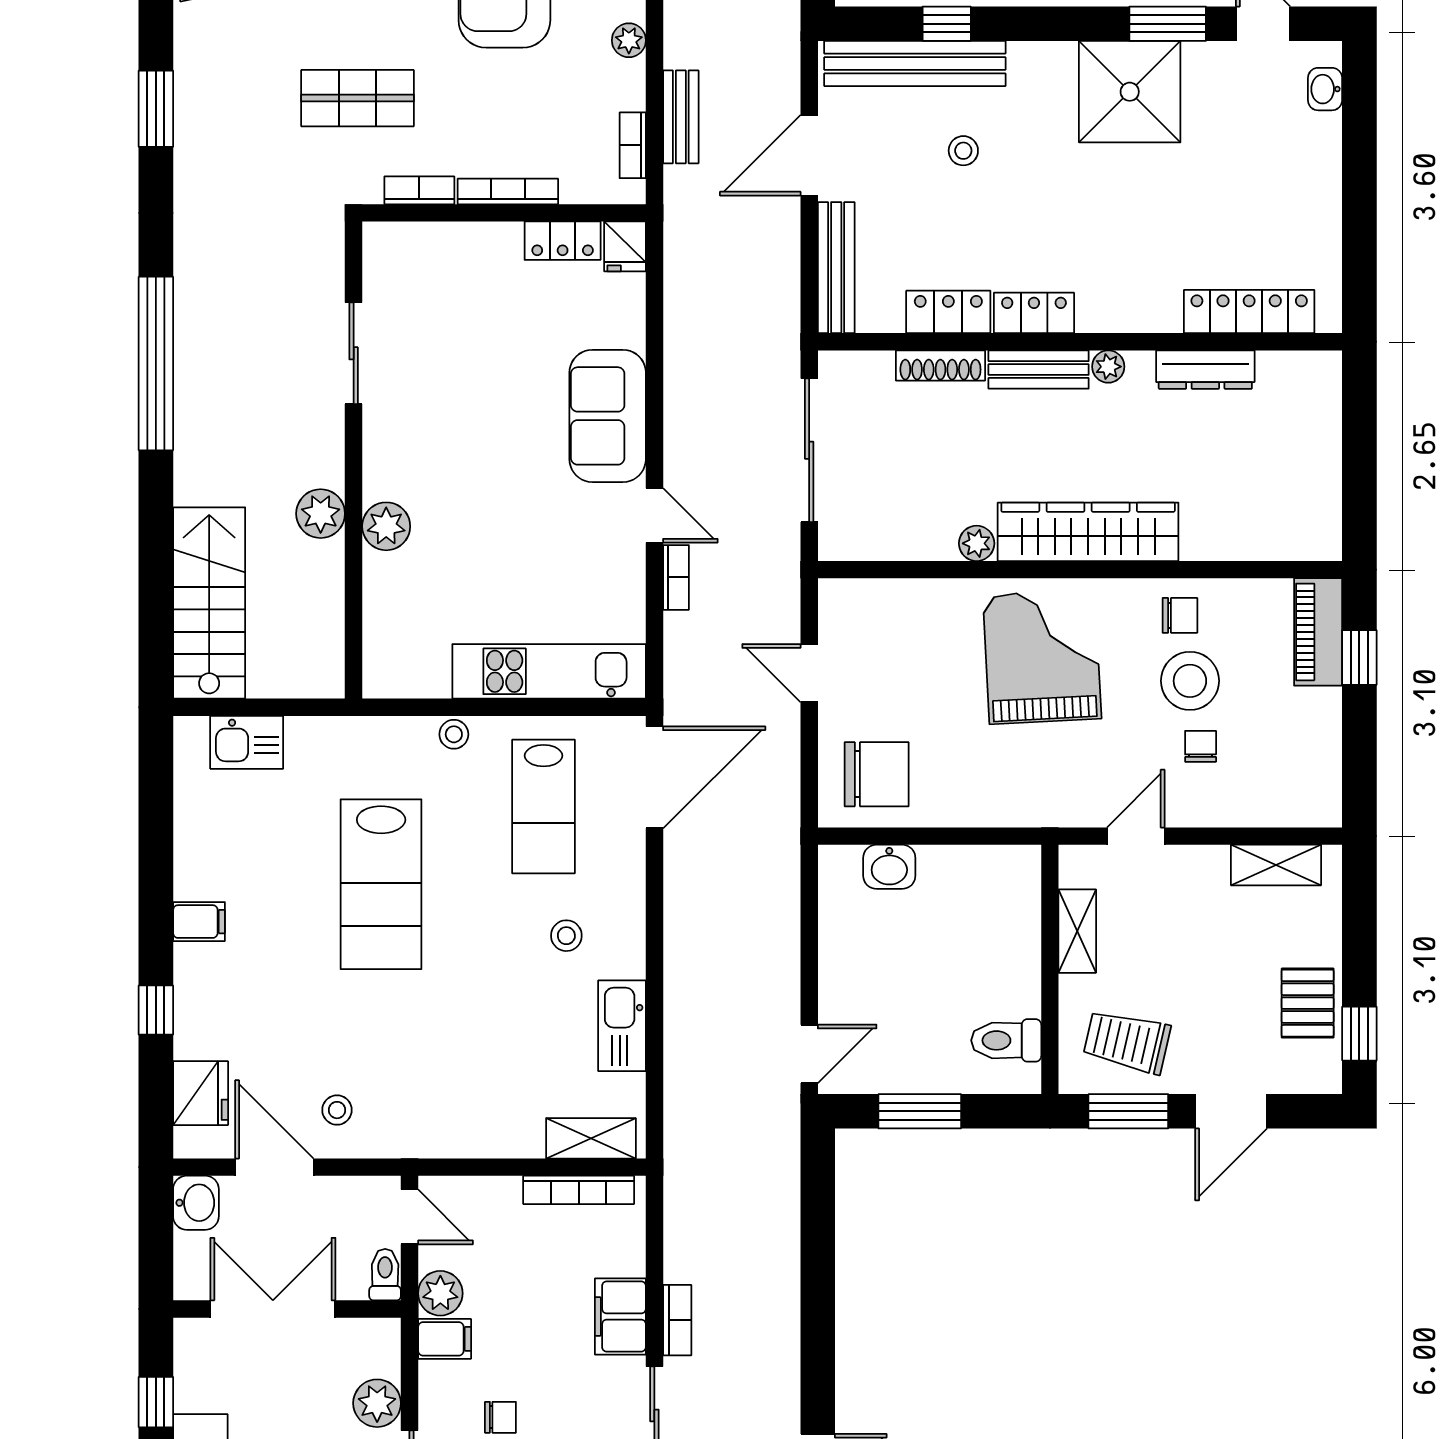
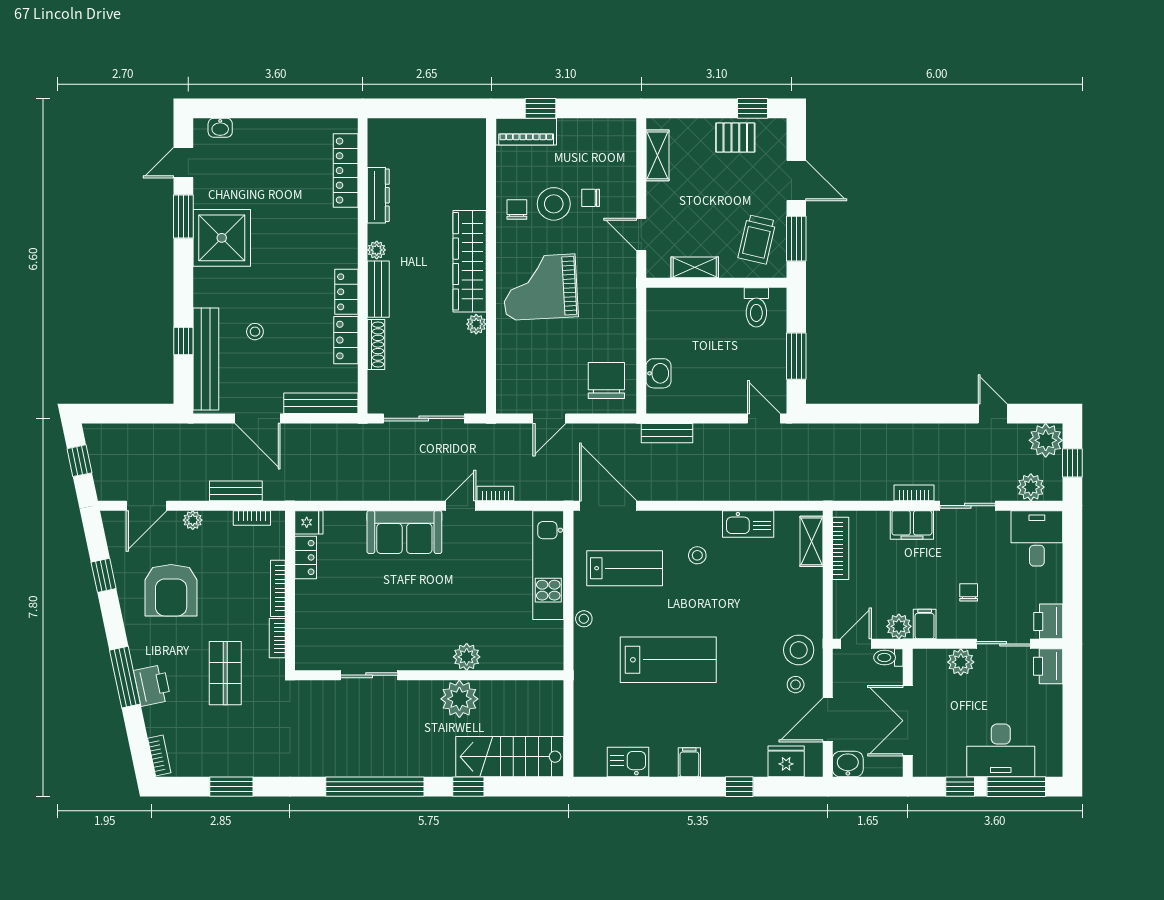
plant: (321, 514) -> (459, 699), width x1.36, depth x1.36
window: (156, 529) -> (468, 787), added
kitchen sink: (247, 742) -> (628, 762), moved, turned -90
bench: (783, 882) -> (667, 433), added
stool: (398, 1115) -> (799, 650), added

